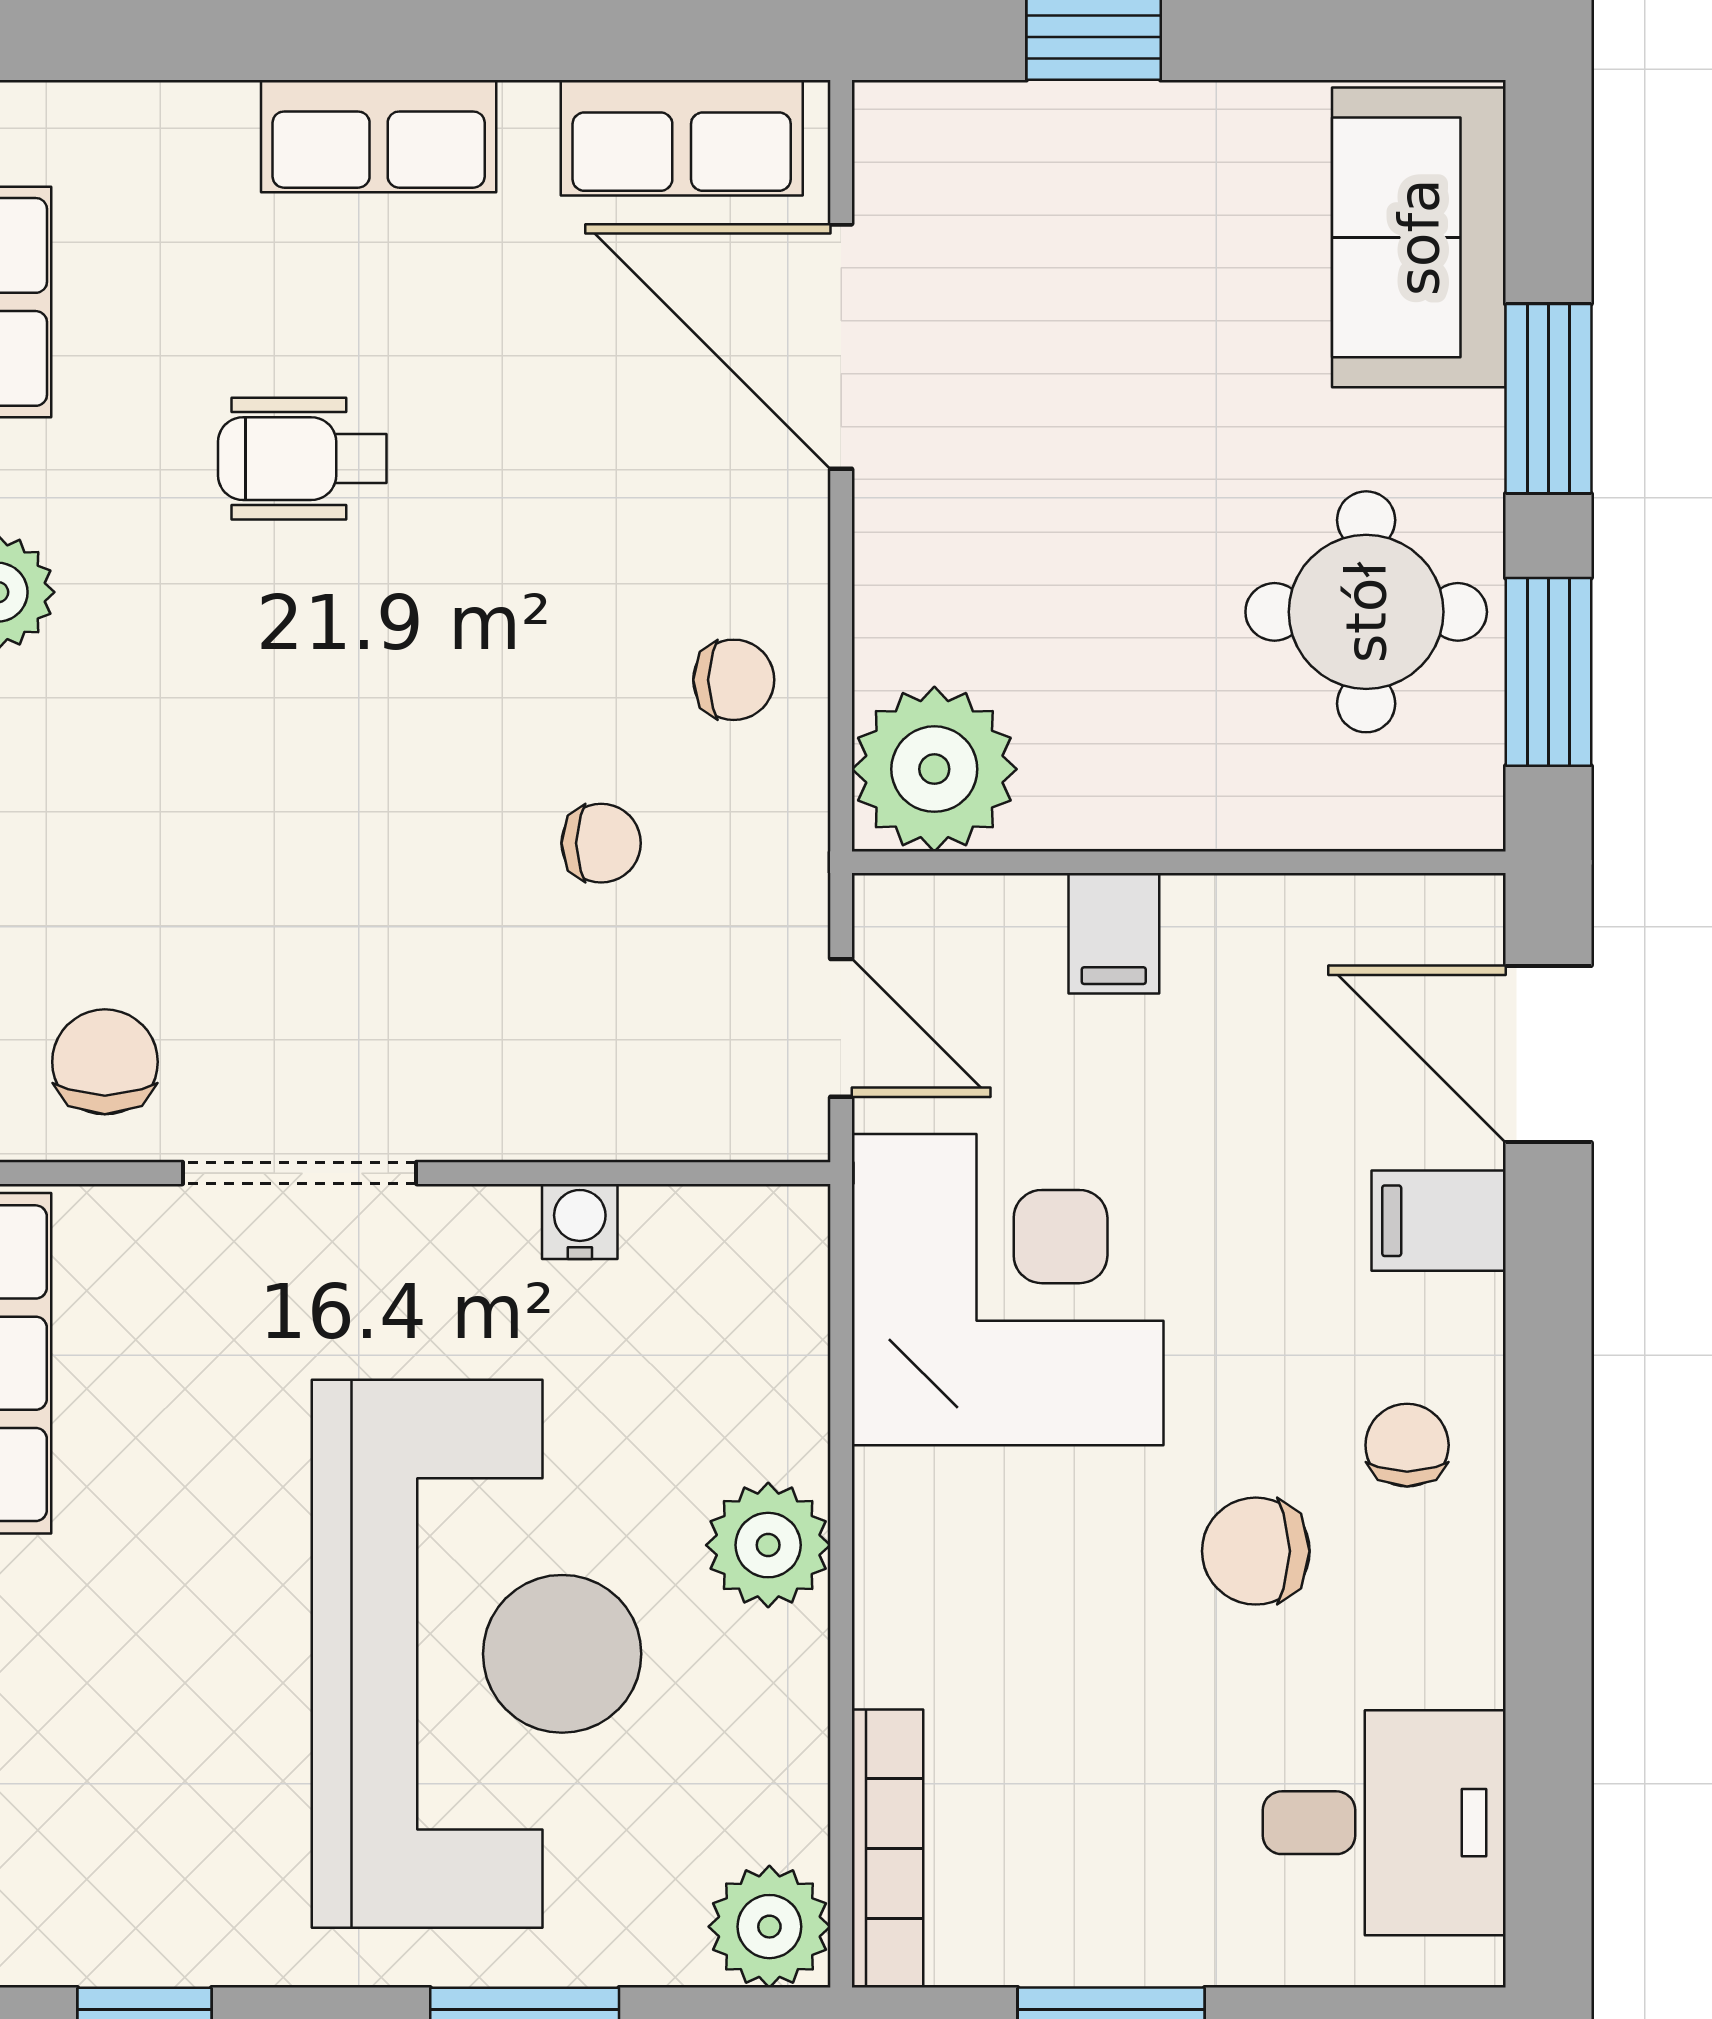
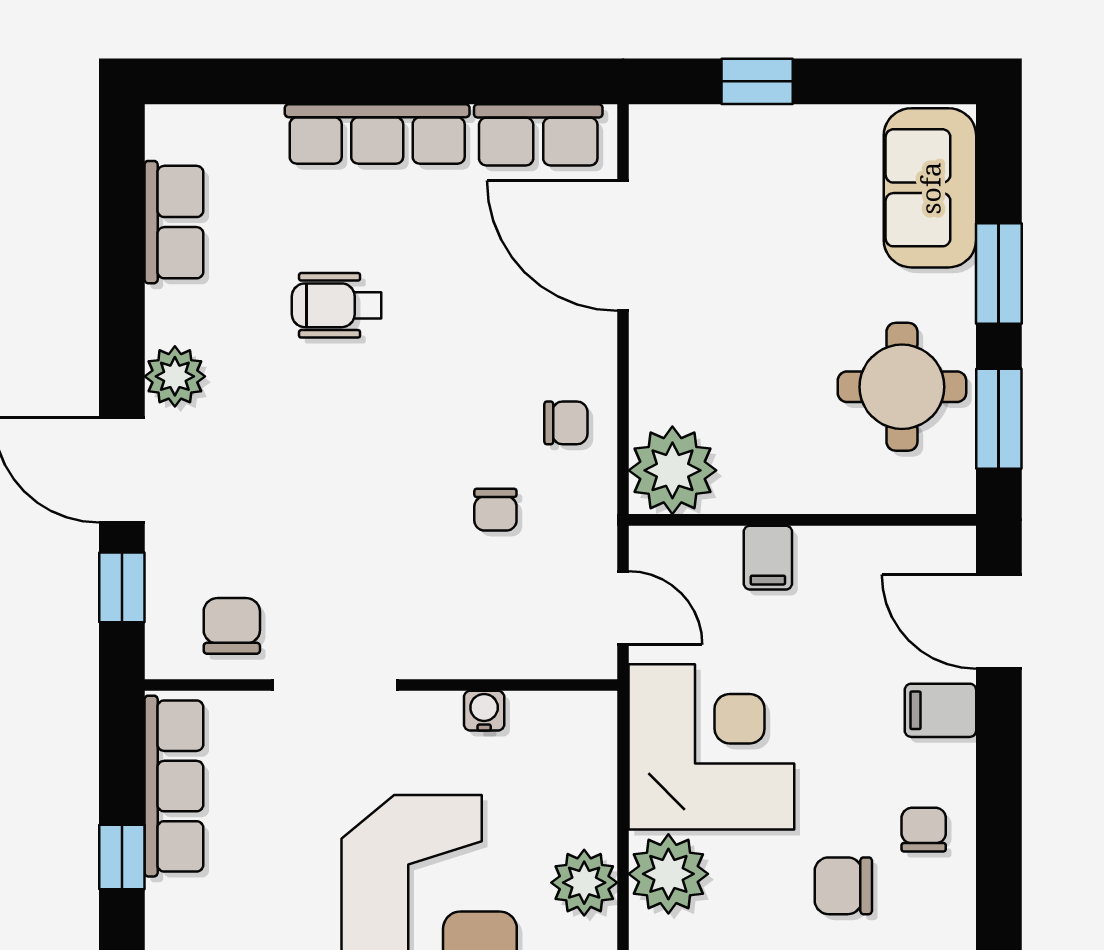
row of seats: (379, 136) -> (377, 134), width x1.48
chair: (601, 843) -> (495, 510), turned 90
plant: (927, 1529) -> (668, 874), added

